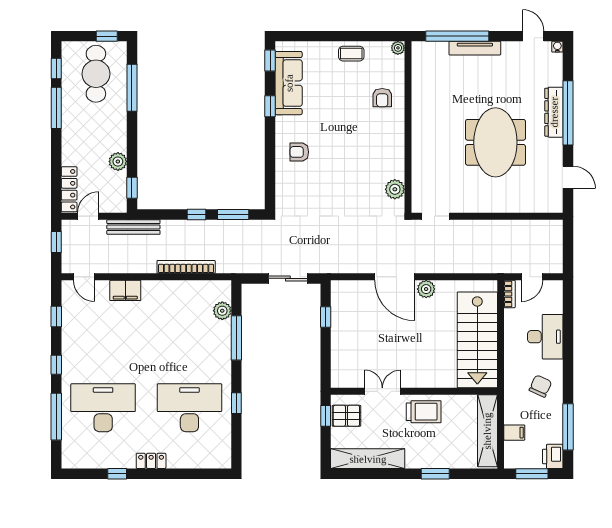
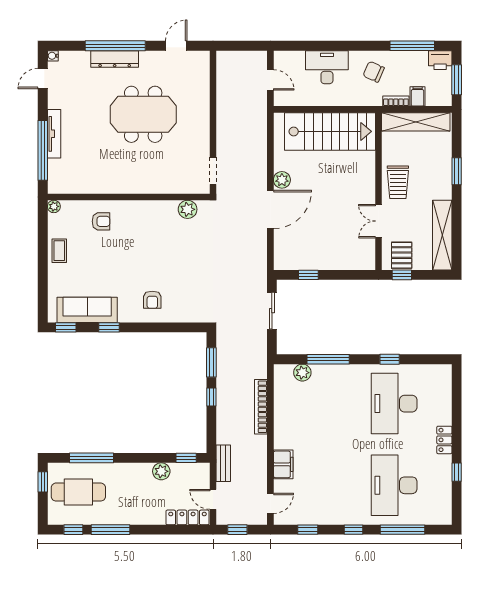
bench: (133, 227) -> (223, 463), width x0.73
bookcase: (510, 294) -> (396, 101), moved
trolley: (424, 412) -> (398, 182), turned 180

